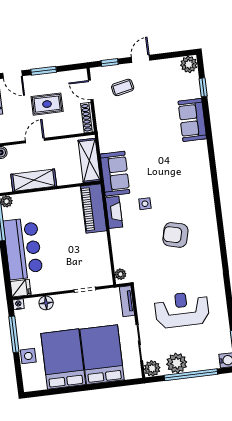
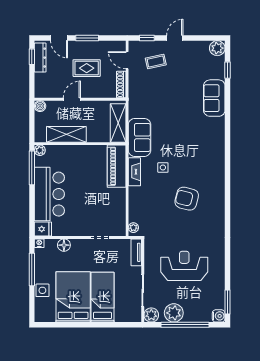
bed: (102, 355) -> (103, 297), width x0.67

